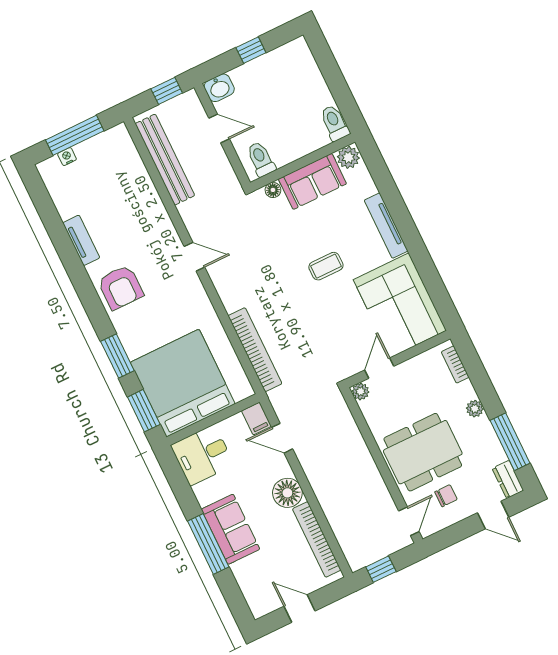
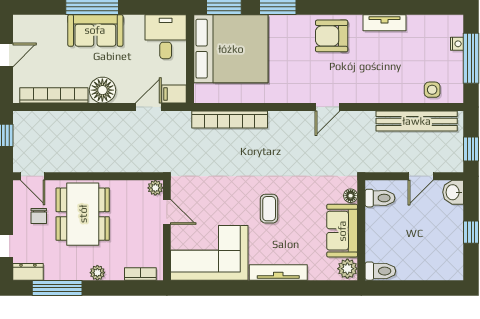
side table: (126, 159) -> (432, 90), added

